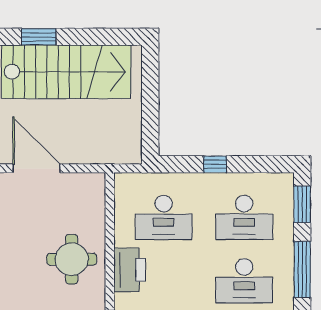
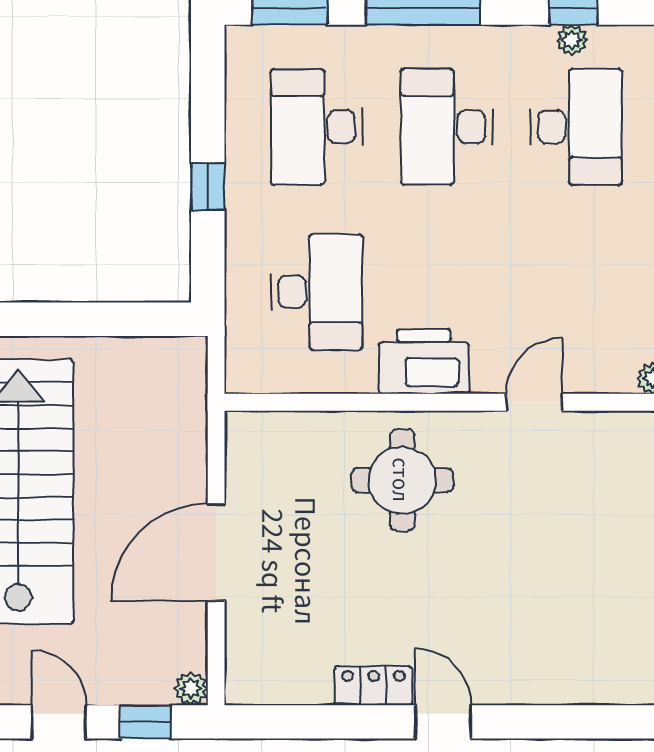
desk: (244, 217) -> (317, 127), turned 180
desk: (244, 281) -> (446, 127), turned 180

